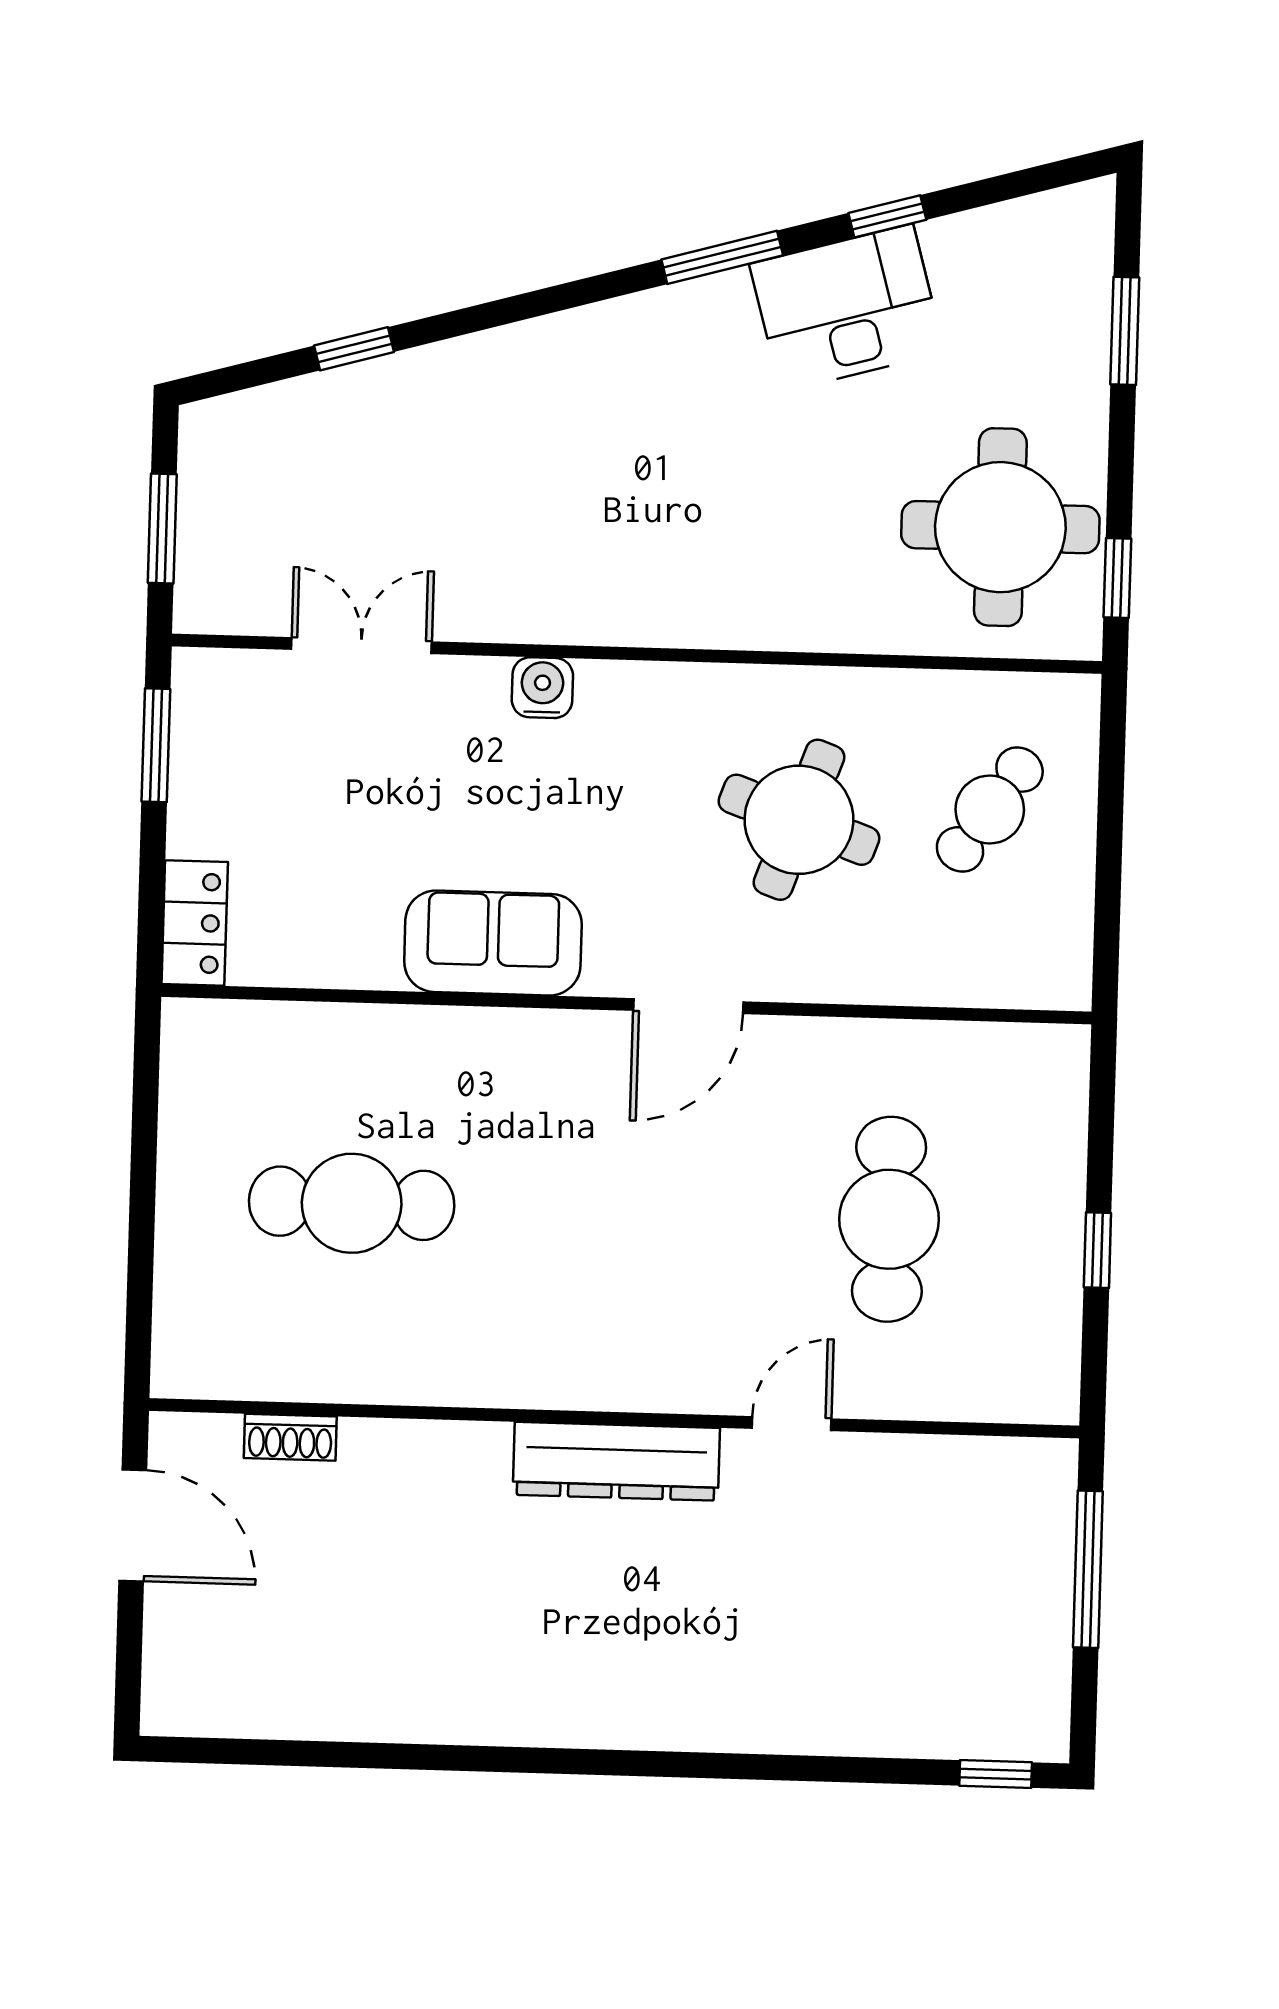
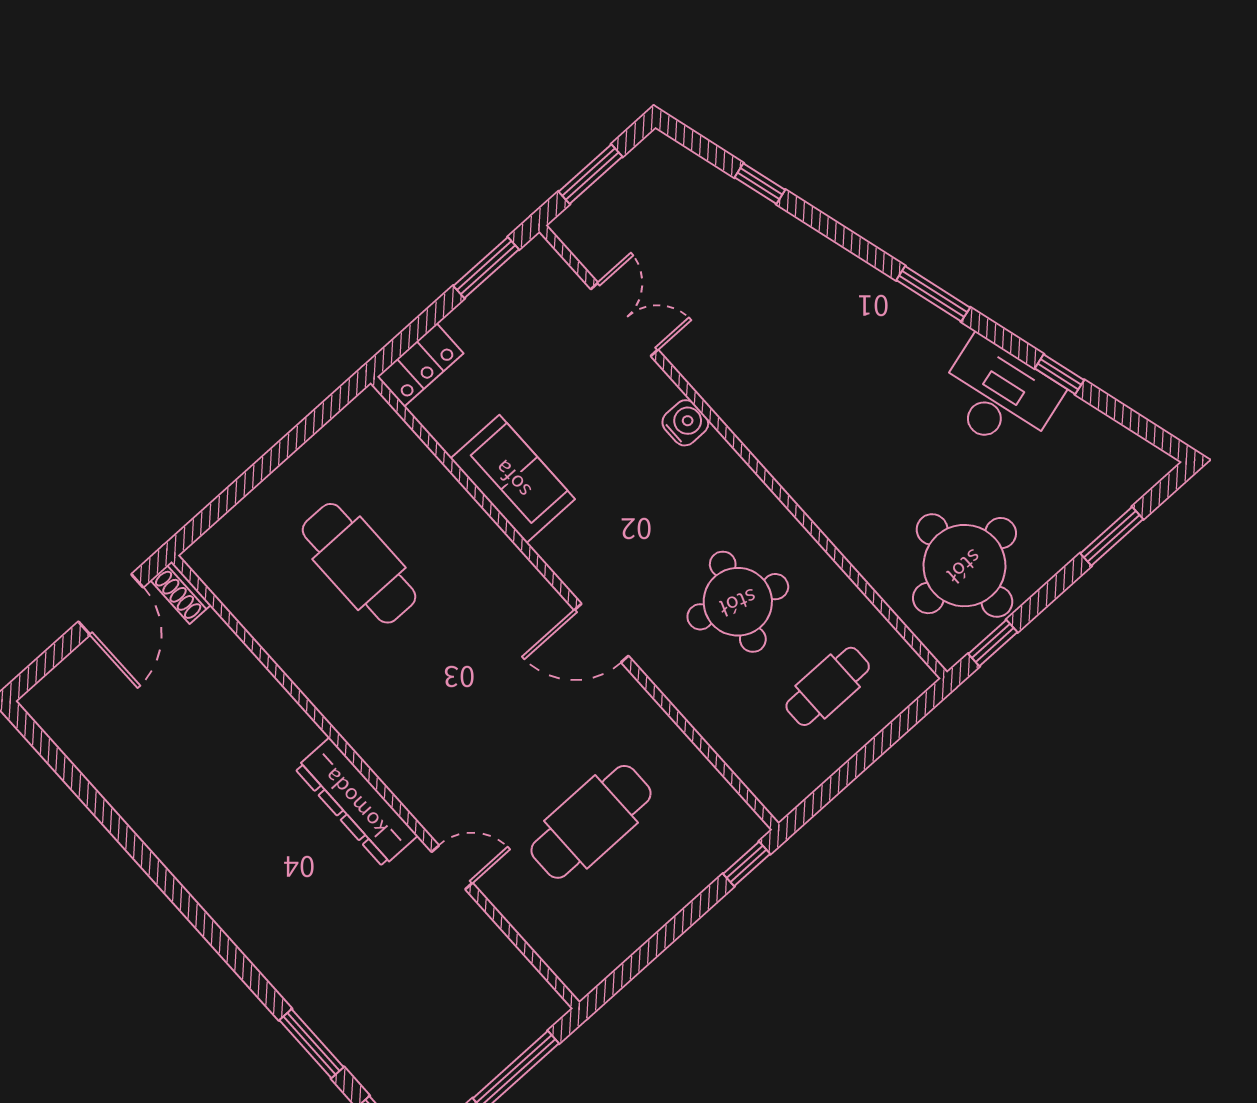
window: (722, 257) -> (933, 294), moved
cafe table: (990, 809) -> (828, 686), turned -35
sofa: (493, 943) -> (513, 479), moved
window: (1097, 1250) -> (747, 864), moved
shoe rack: (290, 1437) -> (181, 593), moved
window: (839, 1769) -> (311, 1044), added

